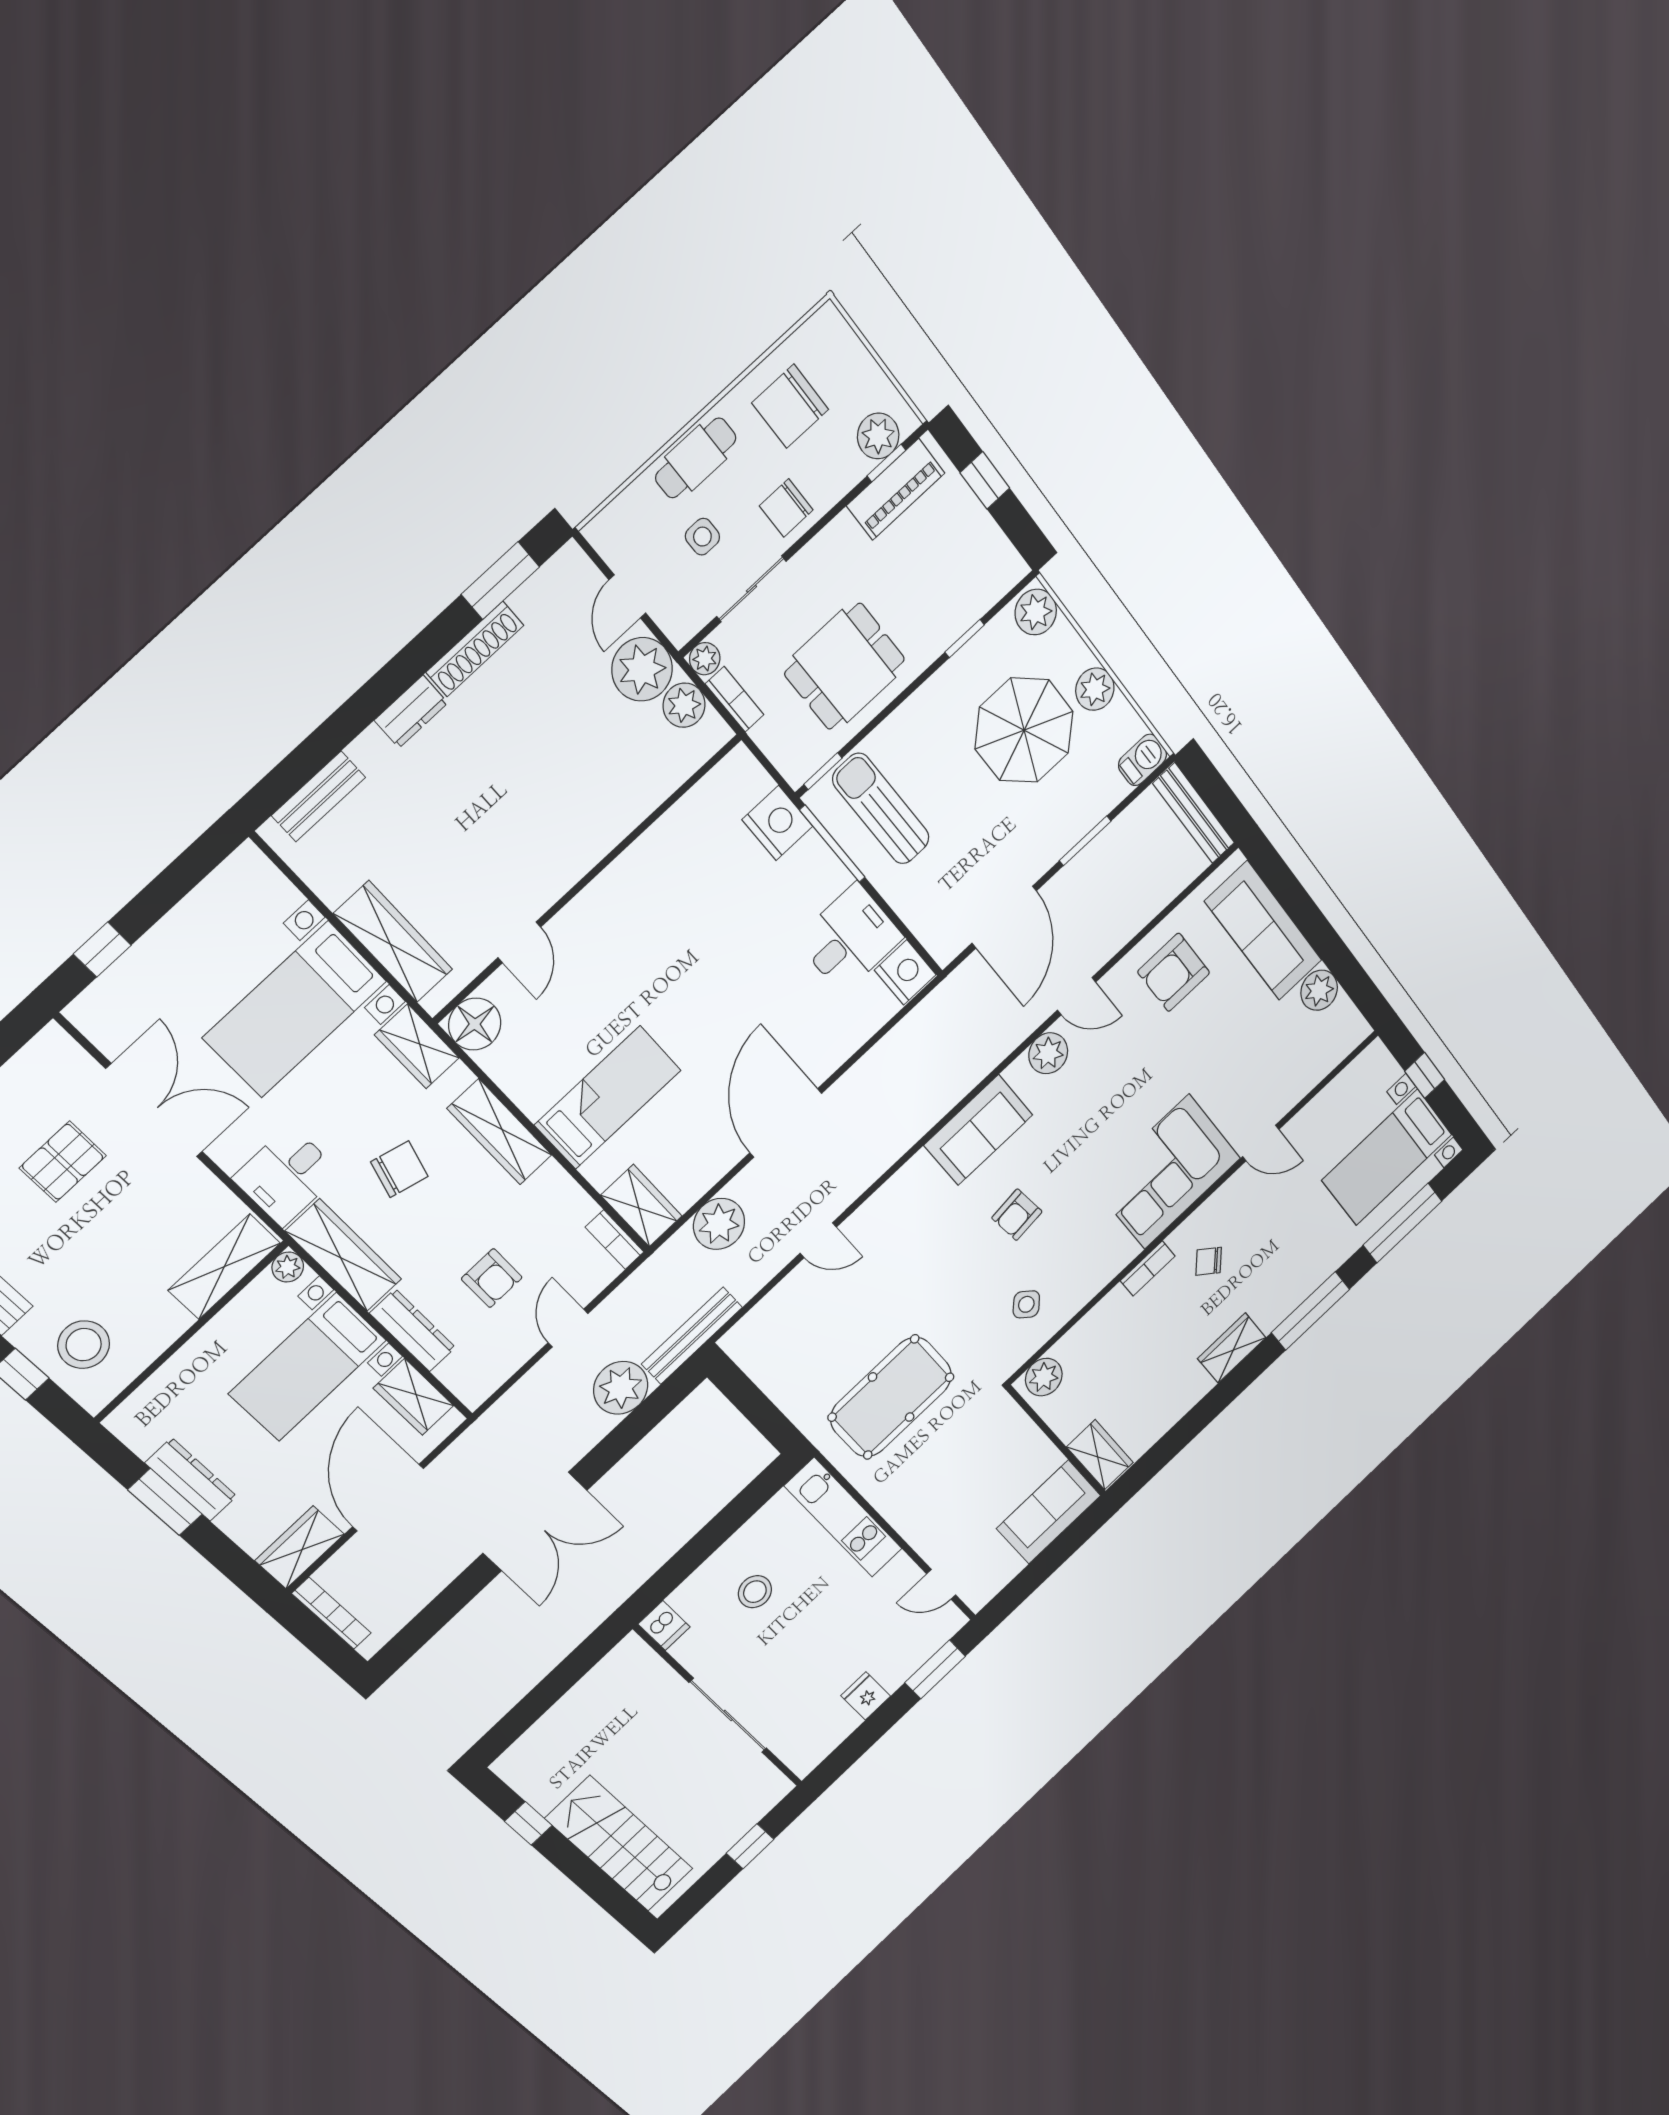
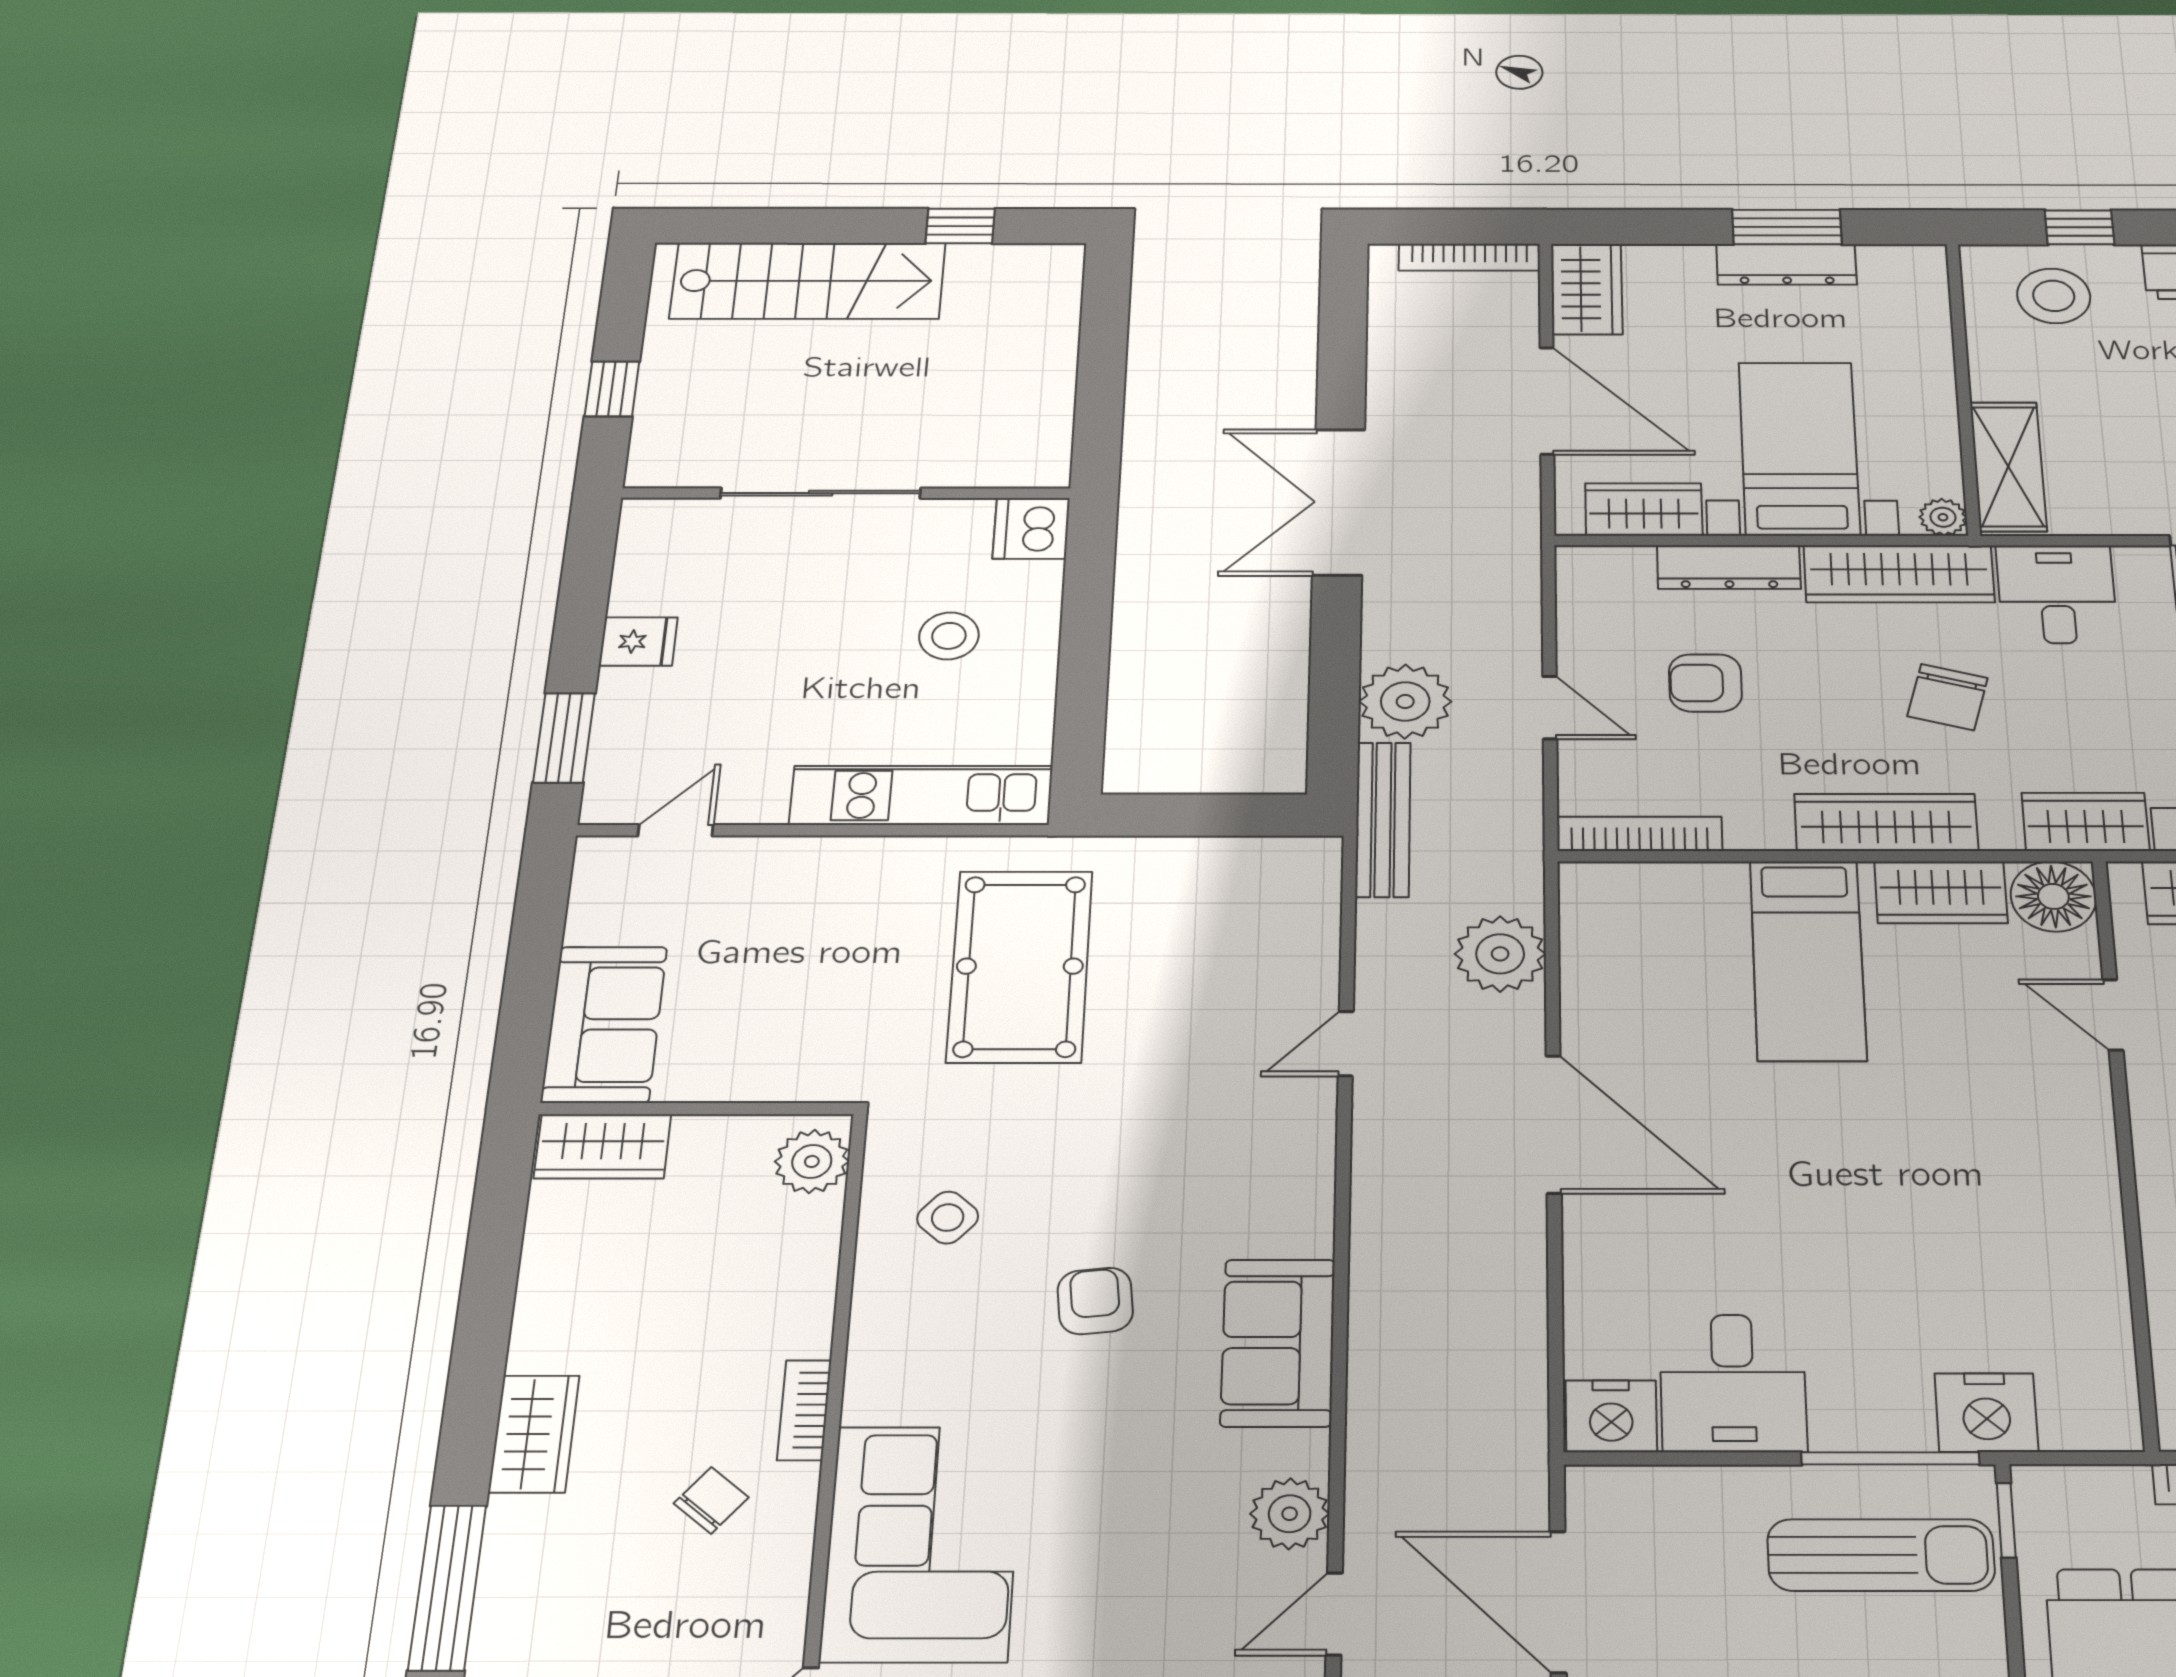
wardrobe: (641, 1206) -> (1941, 892), moved
bookcase: (615, 1240) -> (1640, 834), width x1.56
dishwasher: (664, 1626) -> (1031, 528), width x1.38

